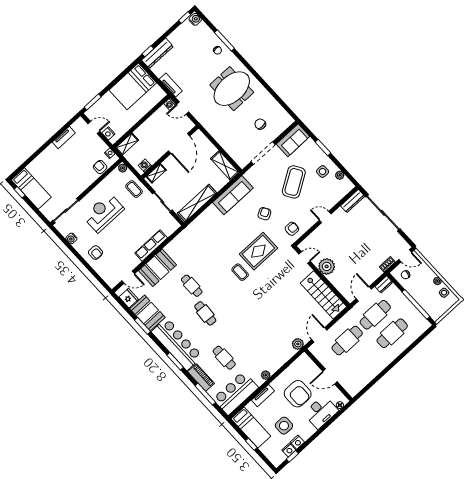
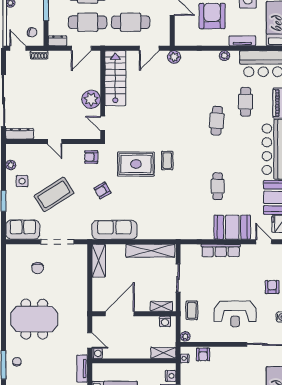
cafe table: (205, 313) -> (217, 121), moved

